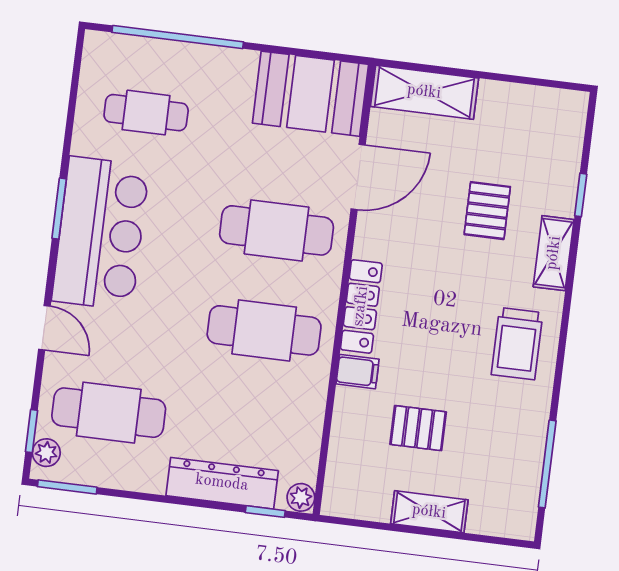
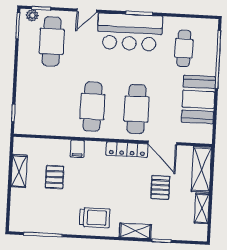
booth: (310, 94) -> (198, 99), moved
shelving: (513, 98) -> (202, 208), added
pallet: (487, 211) -> (160, 187), moved, turned 90
locker: (361, 306) -> (127, 150), moved
trolley: (517, 344) -> (95, 218), turned 180
dresser: (222, 483) -> (24, 93), removed
plant: (301, 497) -> (21, 128), removed
shelving: (429, 512) -> (19, 171), moved

